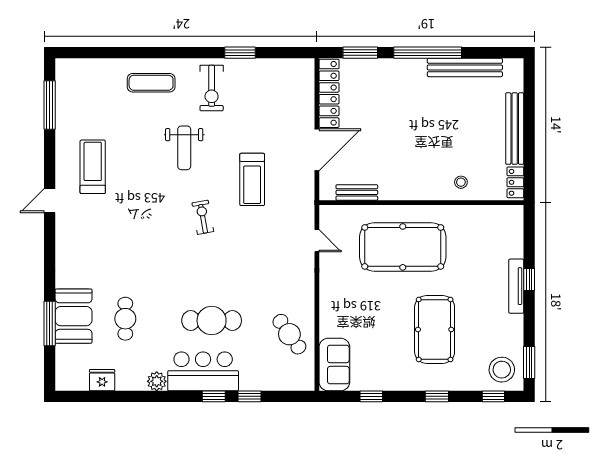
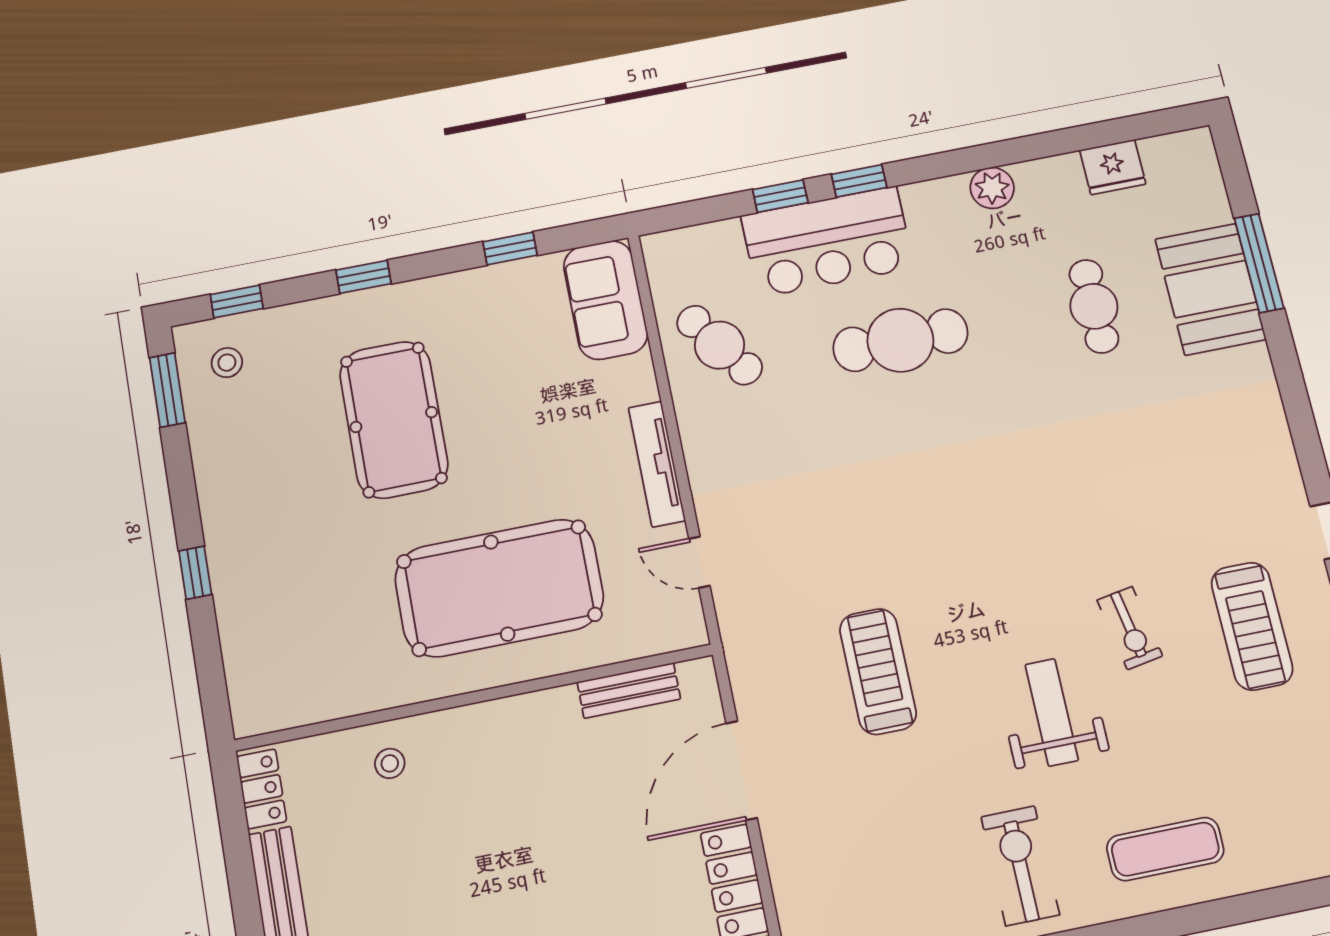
exercise bike: (203, 217) -> (1130, 628), moved
tv unit: (516, 286) -> (657, 464), moved, turned 180
stool: (502, 370) -> (227, 363), width x0.53, depth x0.53
bar counter: (203, 371) -> (828, 242), moved

